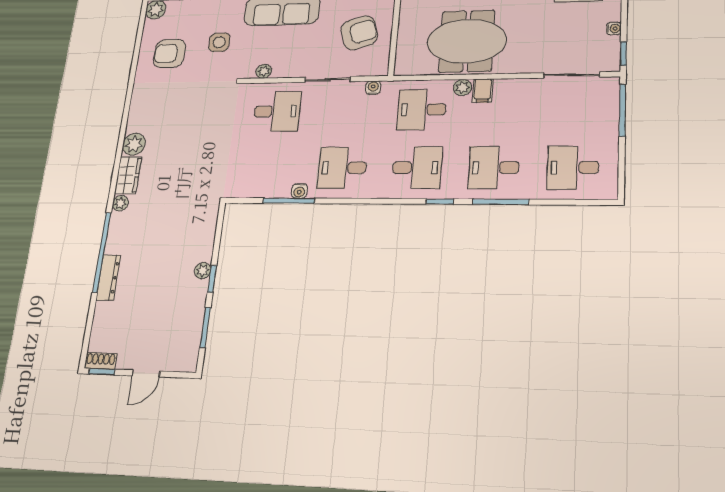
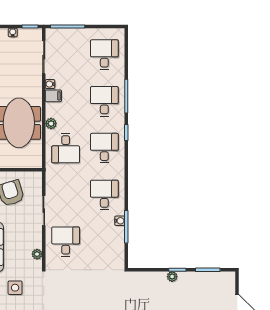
water cooler: (373, 88) -> (50, 84), moved
filing cabinet: (483, 91) -> (53, 96), moved
desk: (573, 167) -> (104, 55), turned 180
desk: (342, 168) -> (104, 195), turned 180
desk: (494, 168) -> (104, 101), turned 180

